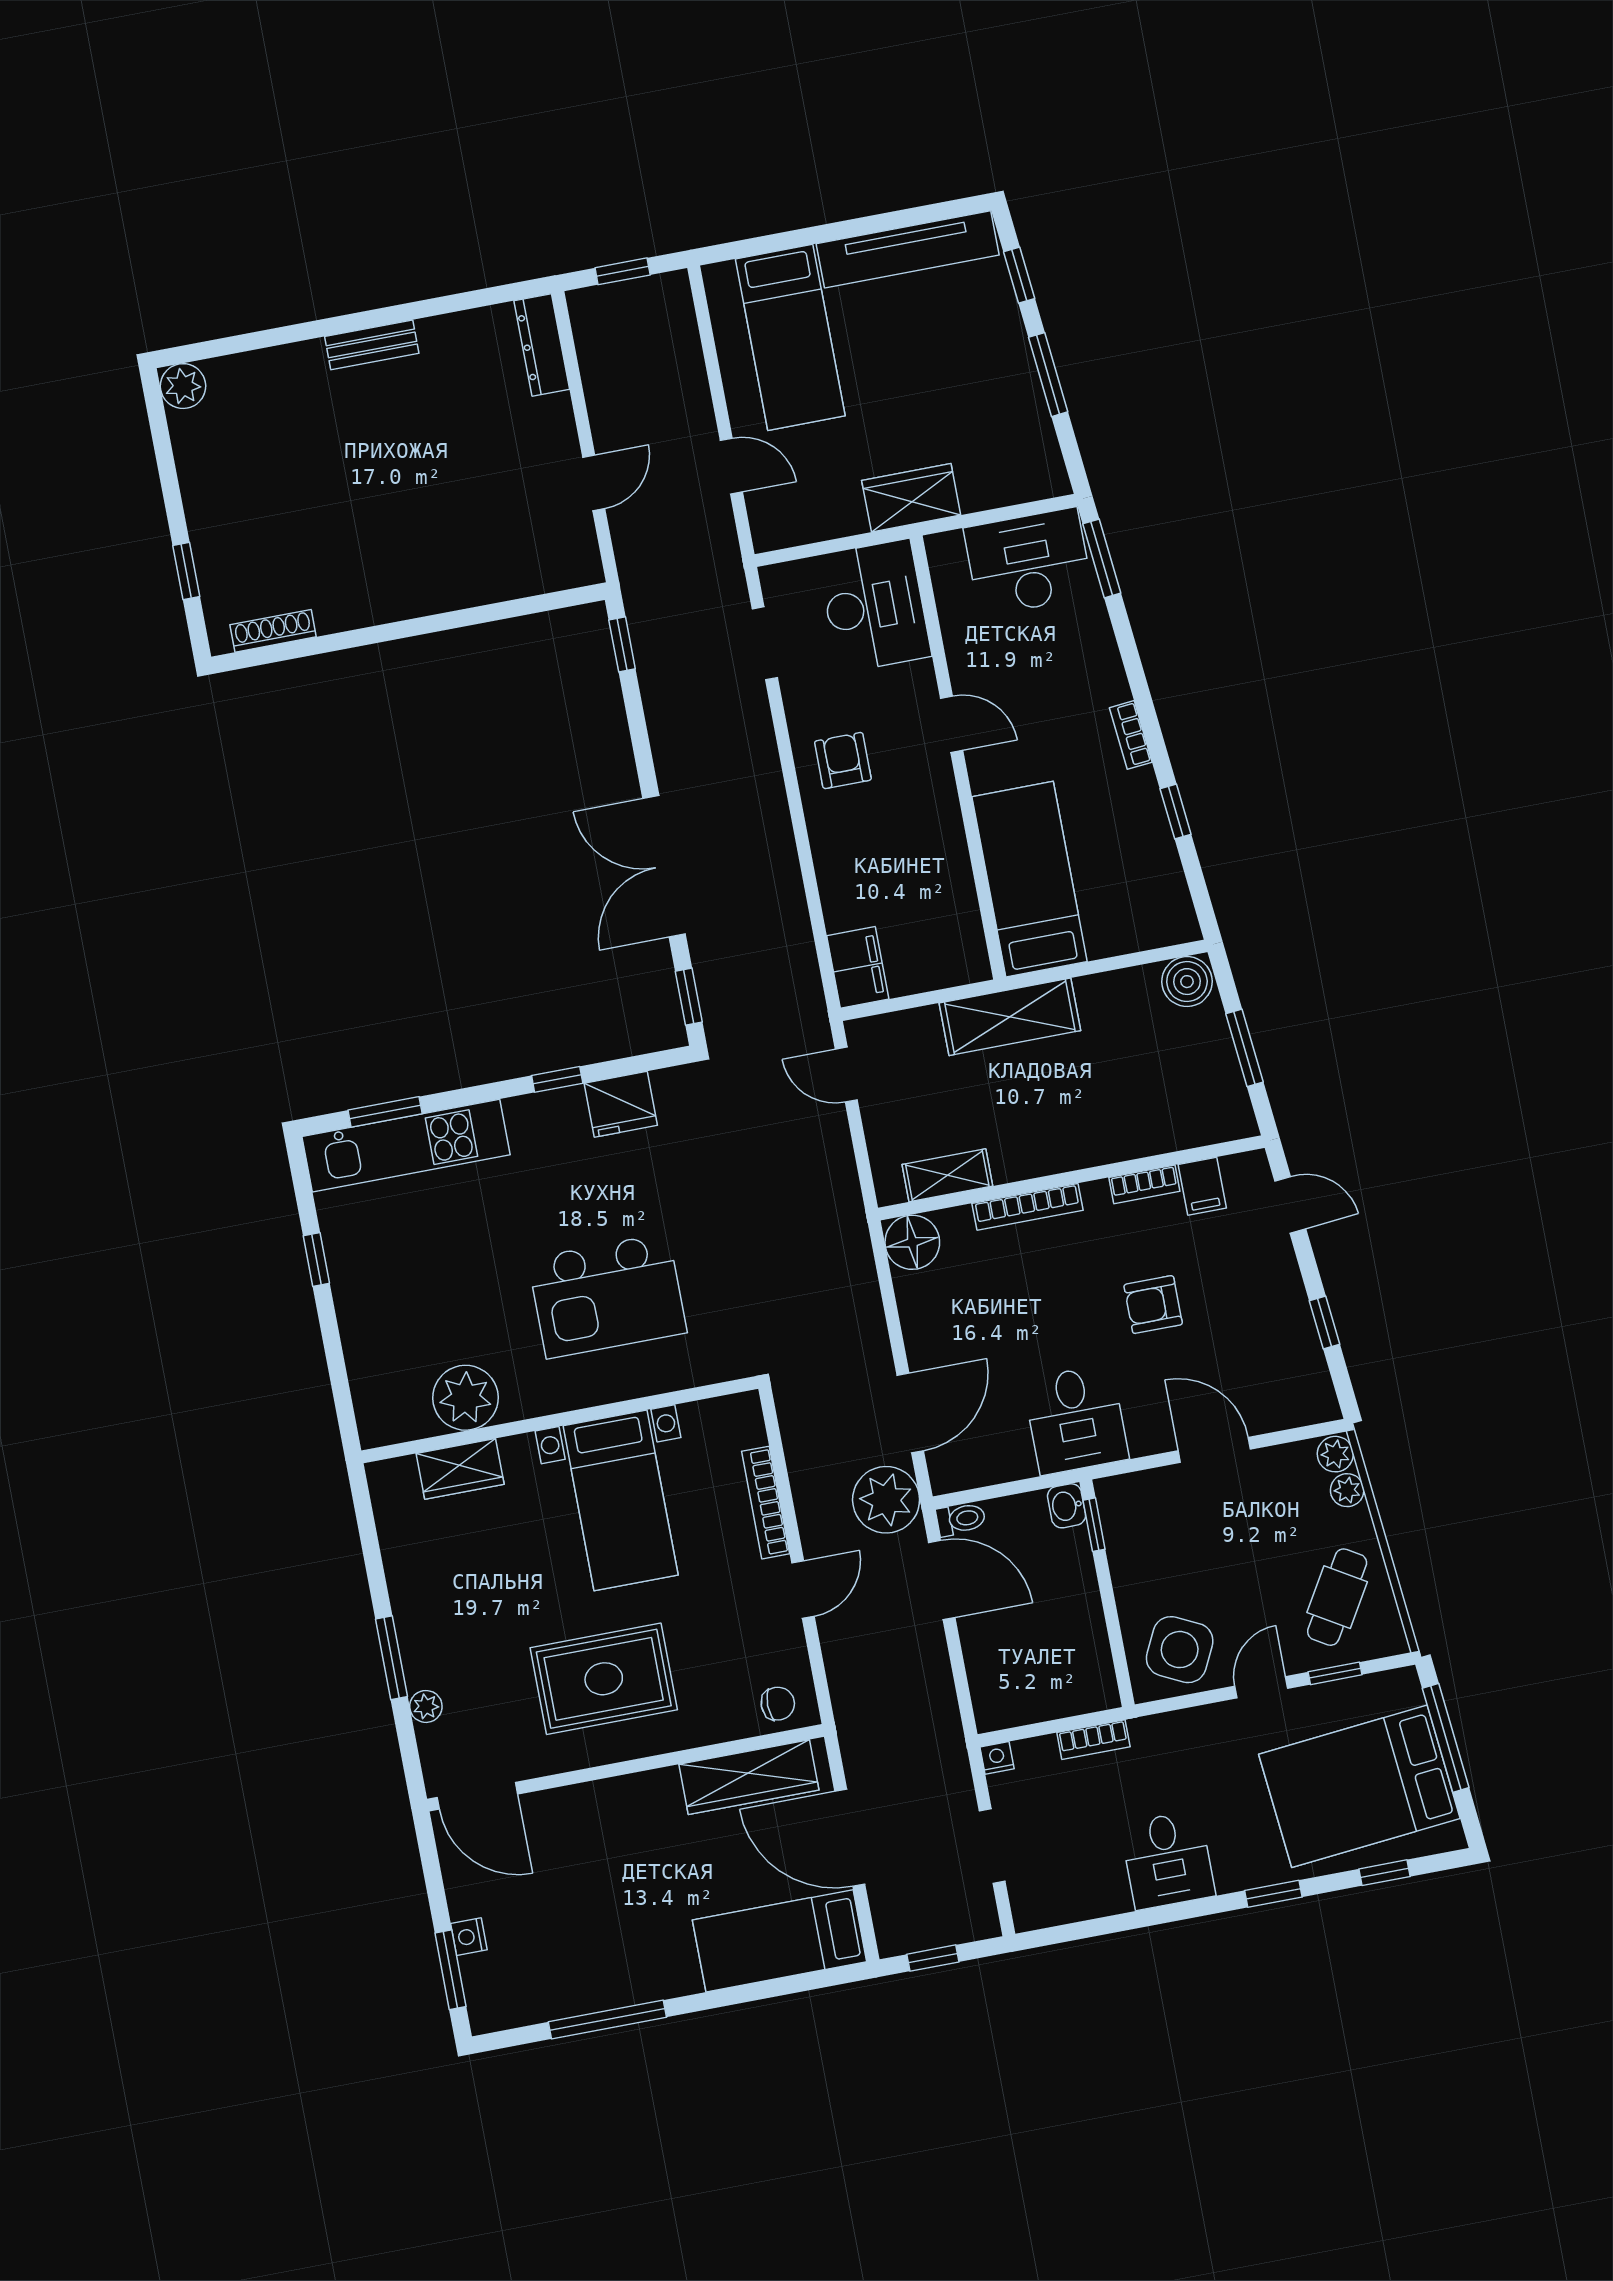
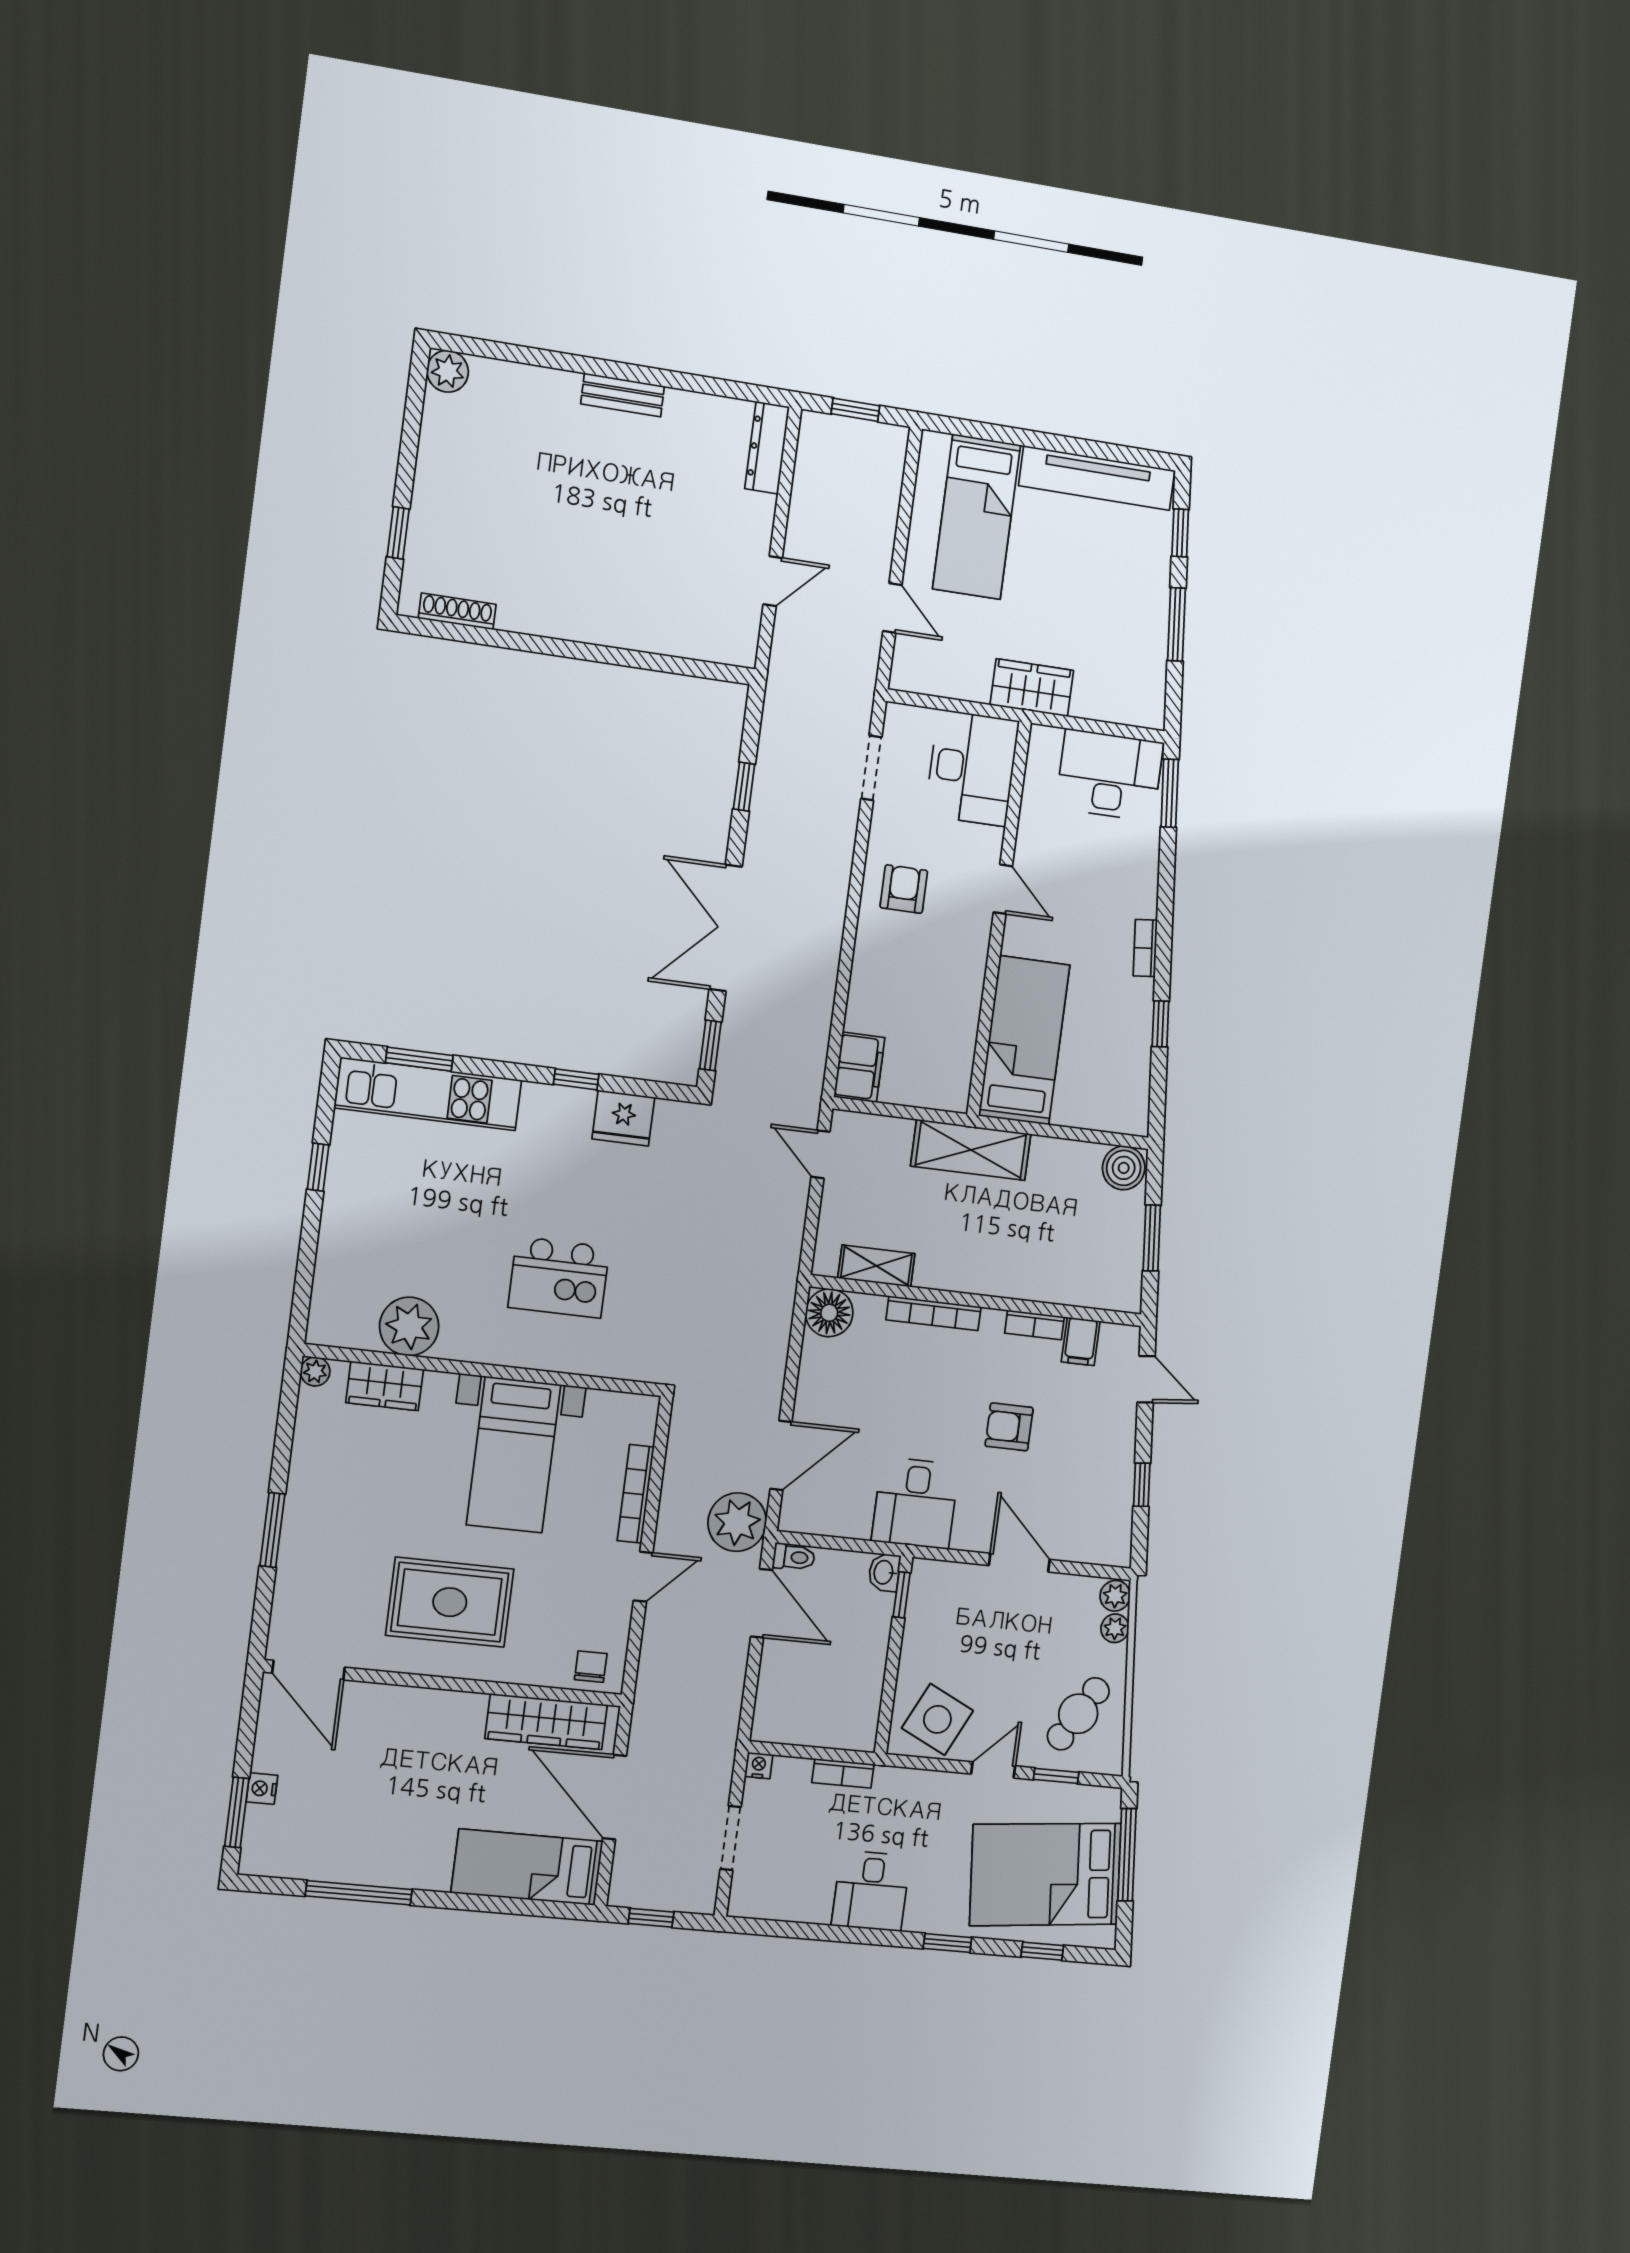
window: (622, 644) -> (744, 787), moved
kitchen island: (607, 1296) -> (559, 1277), width x0.73, depth x0.78
chair: (778, 1704) -> (591, 1667), turned -90
plant: (426, 1706) -> (315, 1372), moved

